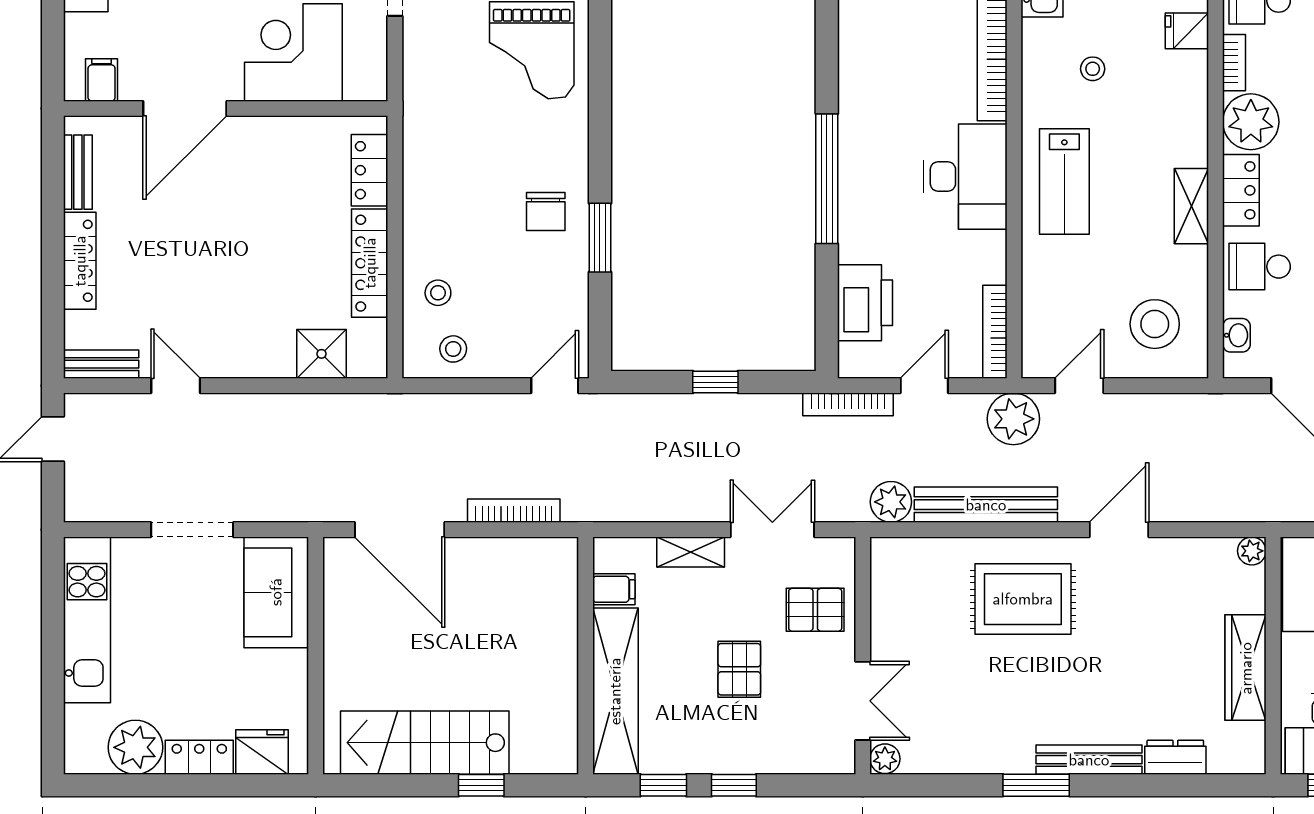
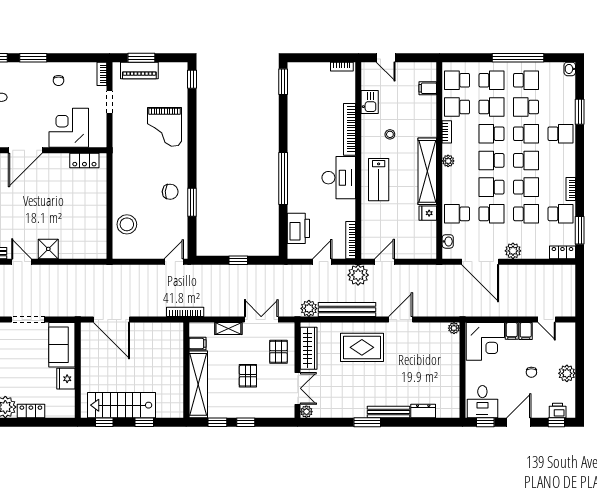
fridge: (1187, 31) -> (428, 213), moved
plant: (1251, 122) -> (448, 161), width x0.53, depth x0.53
locker: (369, 170) -> (84, 160), moved, turned -90
locker: (1241, 190) -> (450, 183), removed
shelving: (1191, 206) -> (427, 171), width x2.20, depth x1.33
chair: (546, 212) -> (170, 192), turned -86
locker: (370, 263) -> (99, 212), removed
stool: (438, 293) -> (127, 224), width x1.89, depth x1.89
stool: (1155, 324) -> (415, 237), removed
stool: (453, 349) -> (133, 247), removed
shower: (321, 354) -> (48, 249), moved
bookcase: (848, 404) -> (292, 269), removed
bookcase: (514, 511) -> (185, 312), moved
pallet: (815, 610) -> (278, 352), turned 90
wardrobe: (1246, 668) -> (309, 348), moved, turned 180
fridge: (262, 752) -> (66, 379), moved, turned -90
window: (382, 785) -> (104, 422), added

